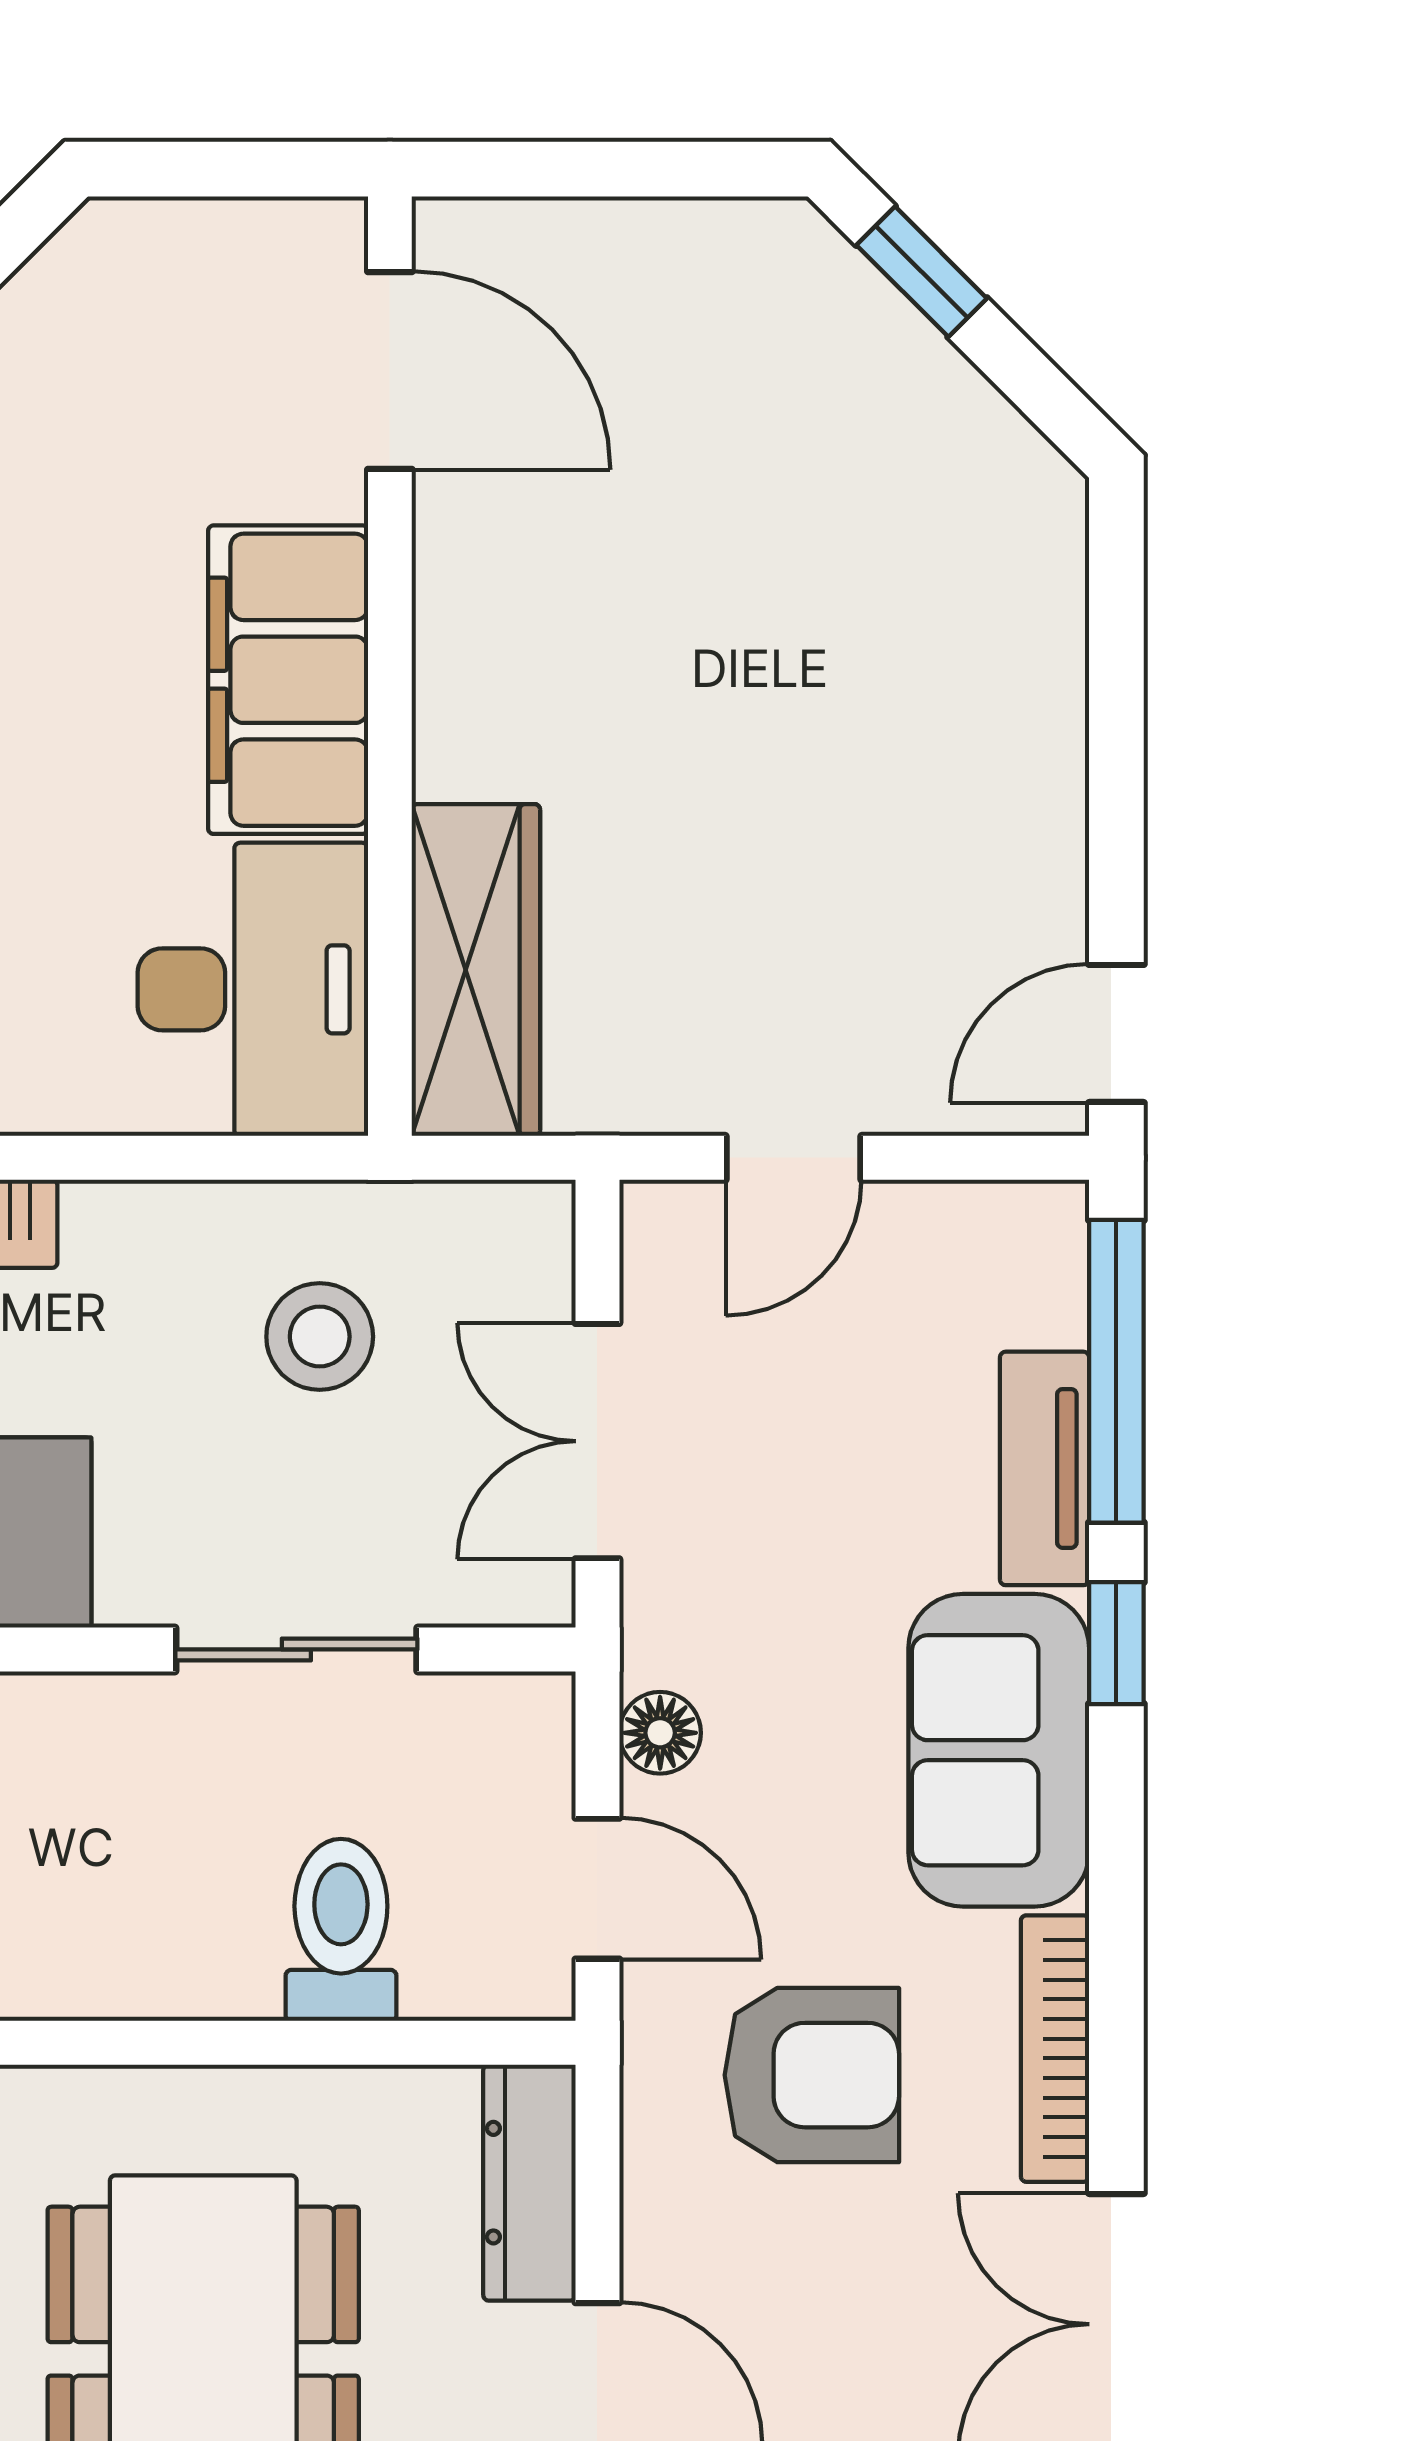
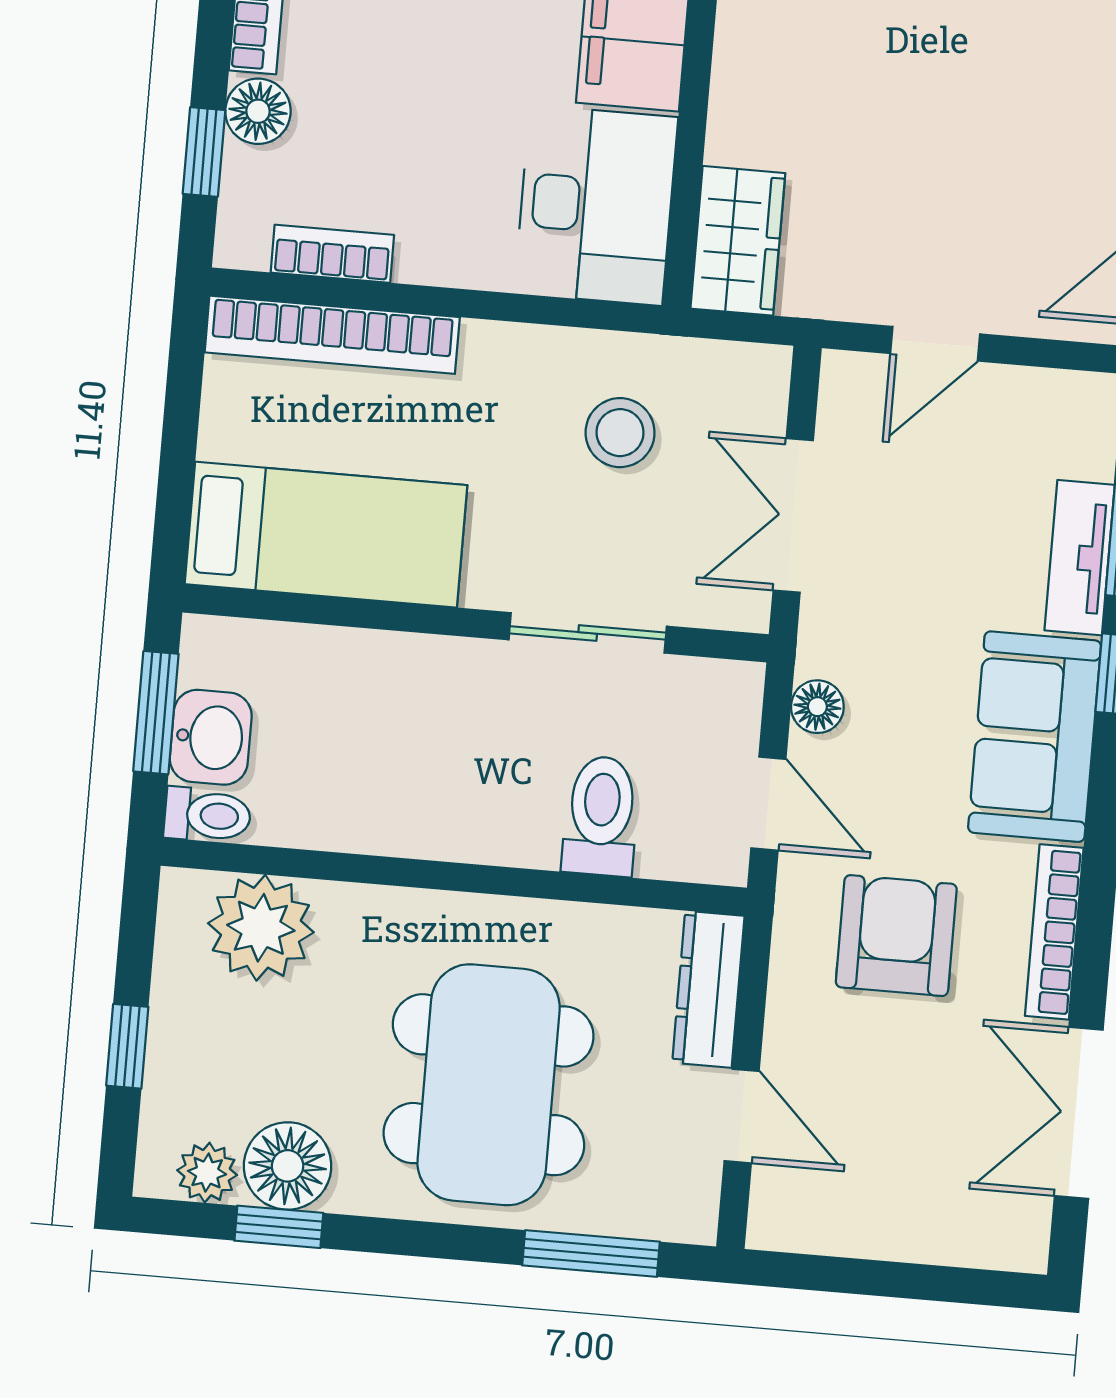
wardrobe: (476, 970) -> (738, 241), width x0.67
armchair: (812, 2075) -> (896, 936), turned -90

